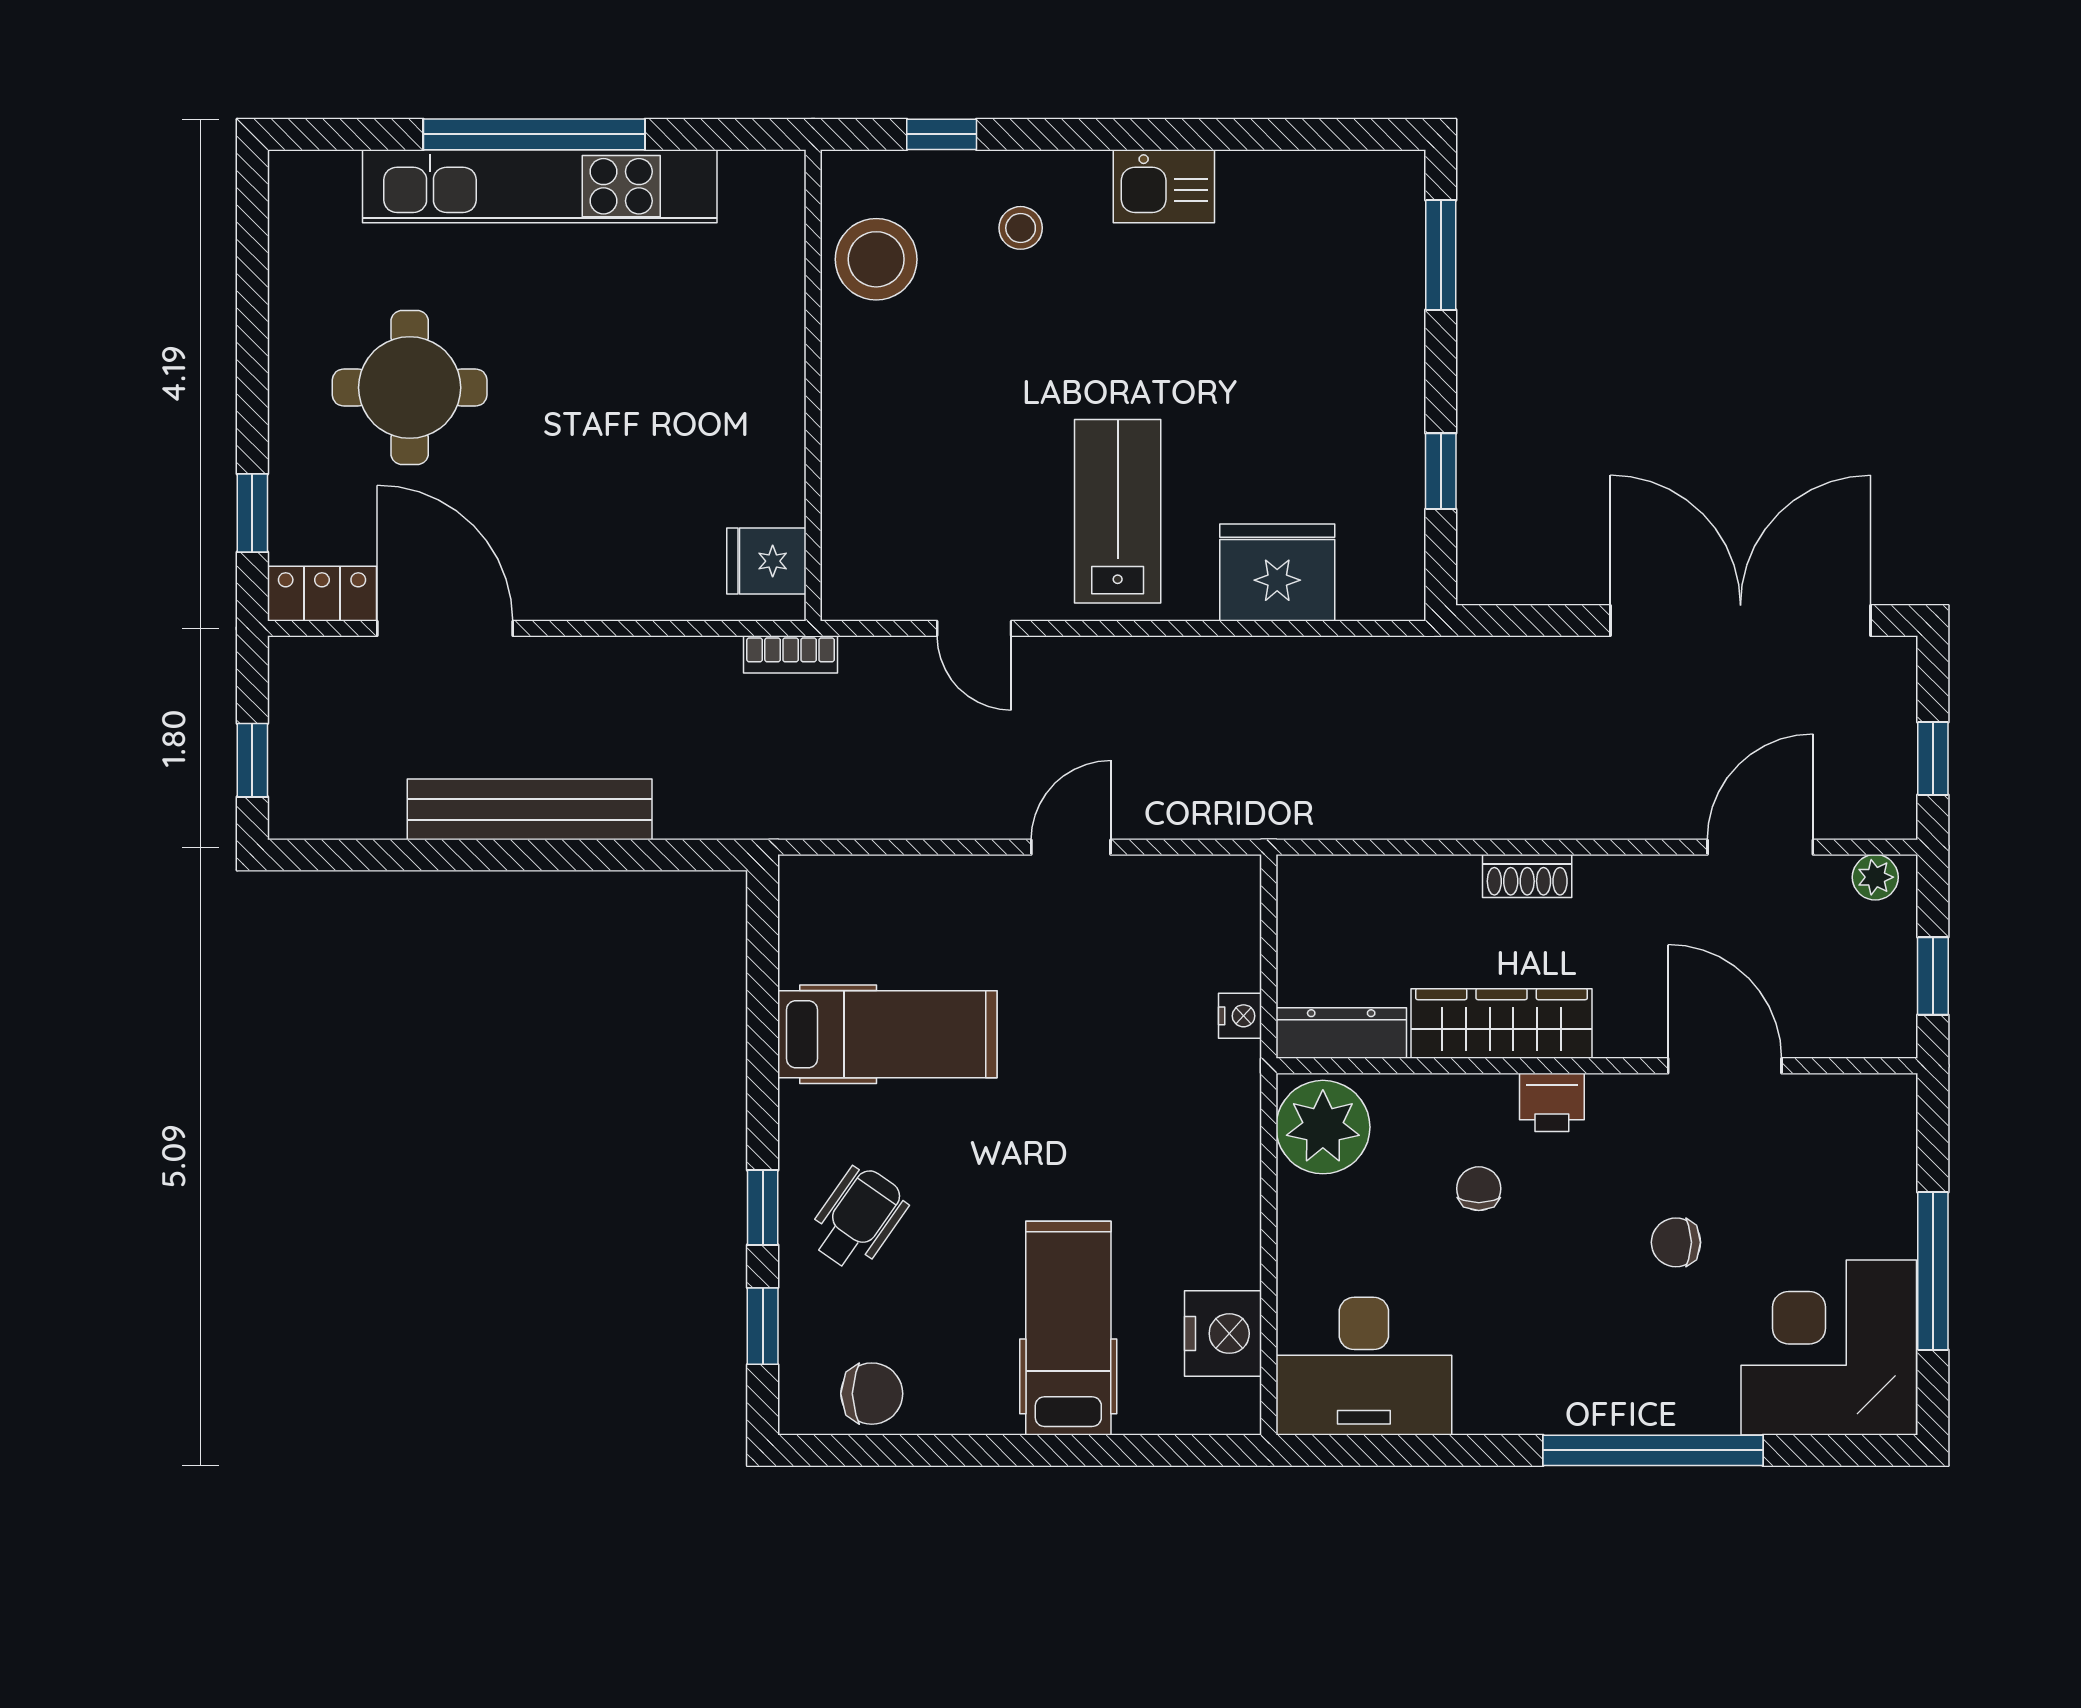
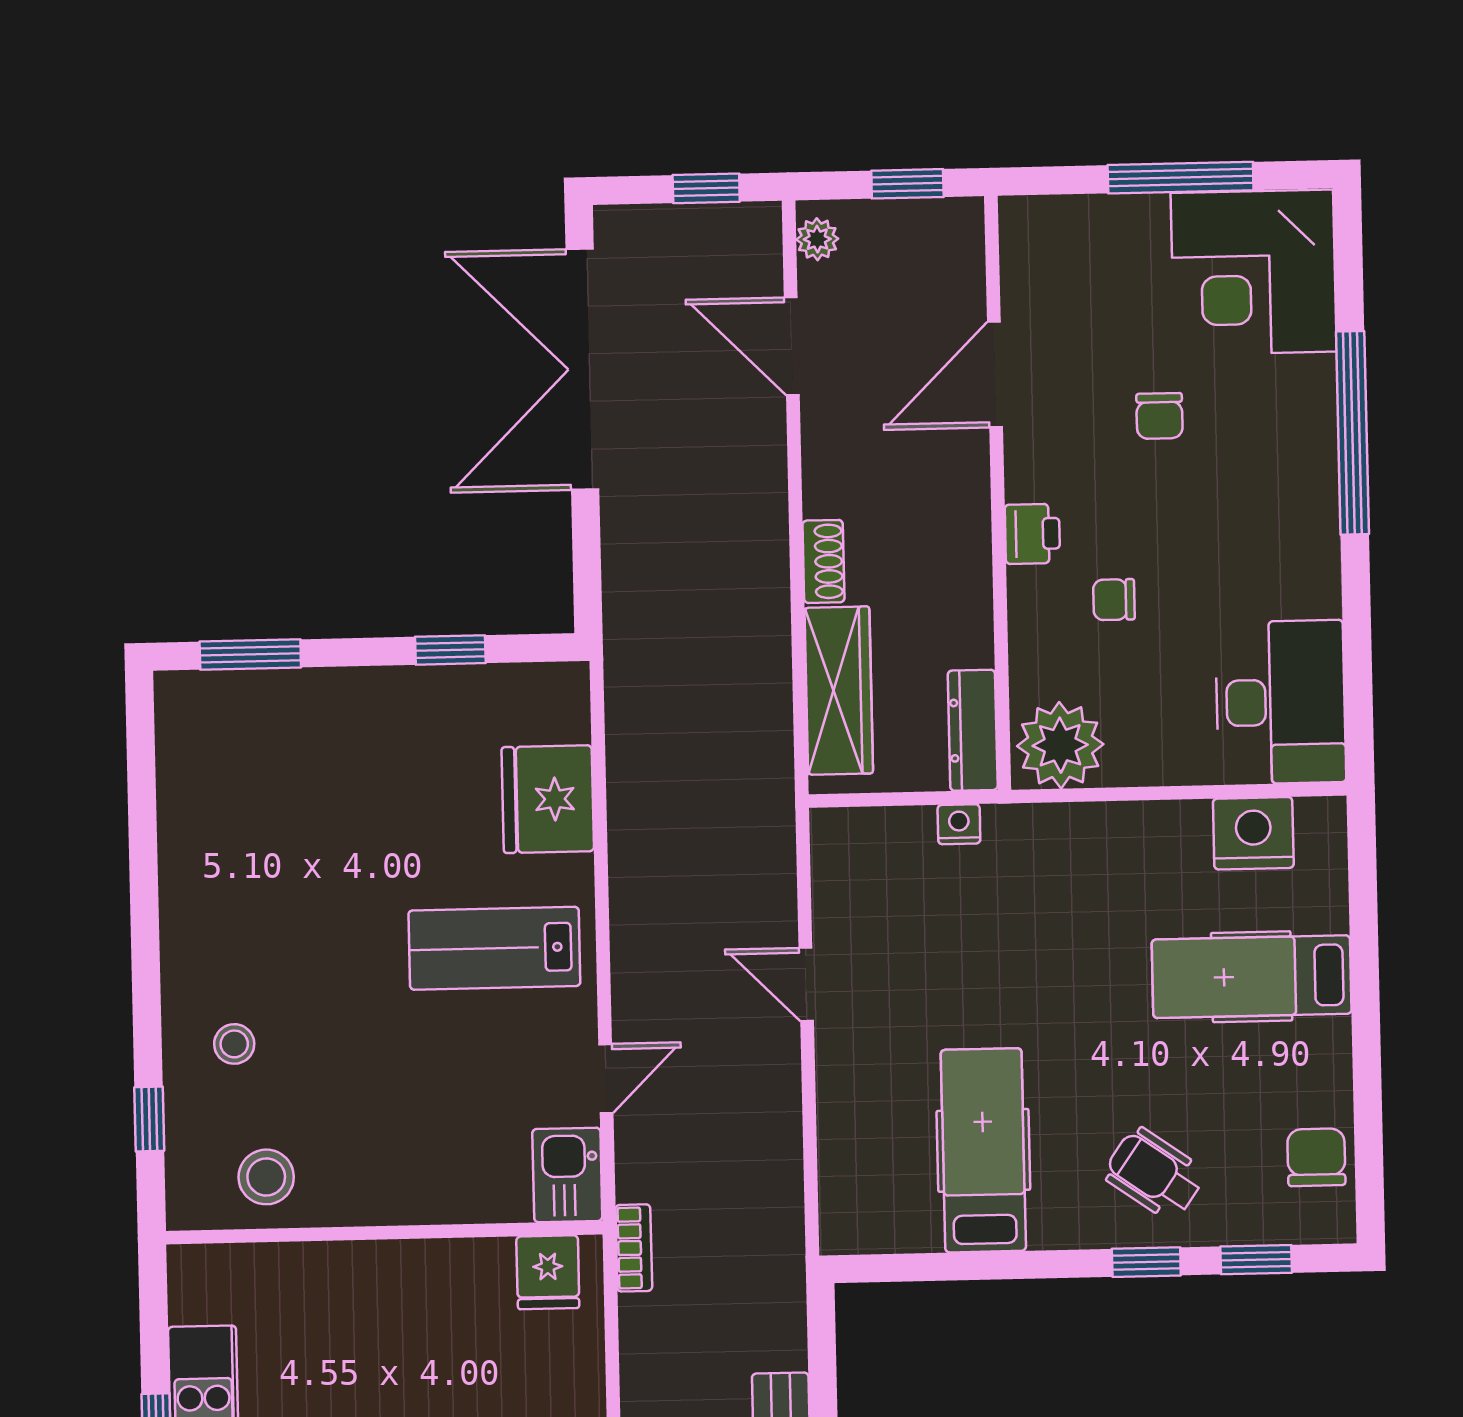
kitchen sink: (1164, 186) -> (567, 1175), moved, turned 180
stool: (876, 259) -> (266, 1177), width x0.73, depth x0.73
wardrobe: (1502, 1024) -> (839, 691), moved, turned 180

